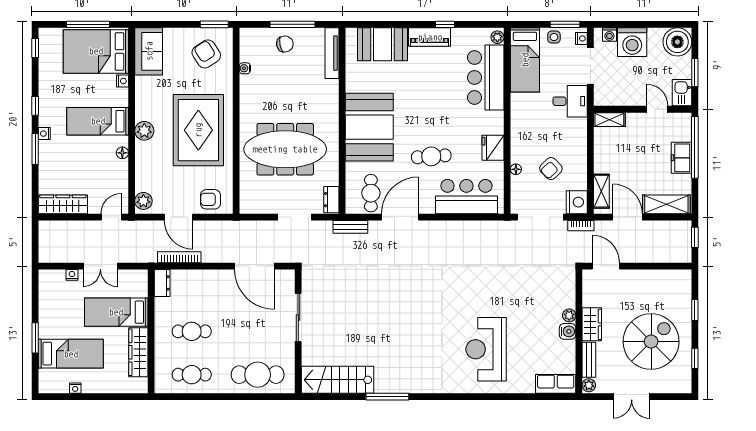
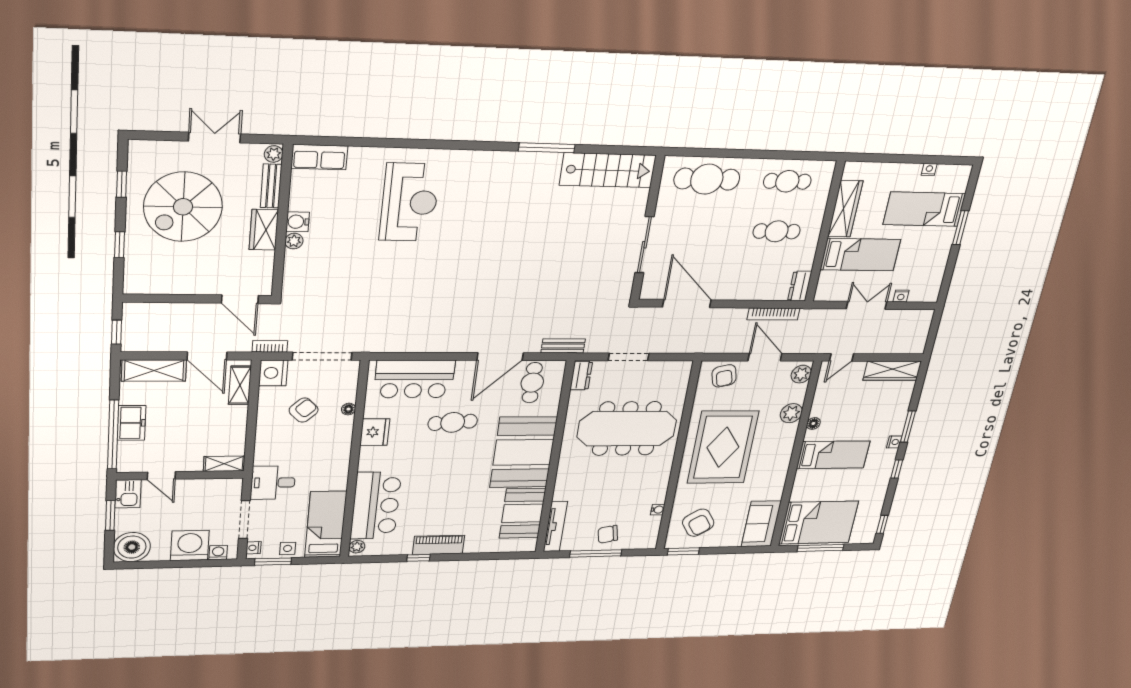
booth: (382, 44) -> (522, 513), moved, turned 90
nightstand: (122, 81) -> (796, 495), removed
plant: (144, 131) -> (791, 413), moved
armchair: (210, 199) -> (724, 376), turned 77

